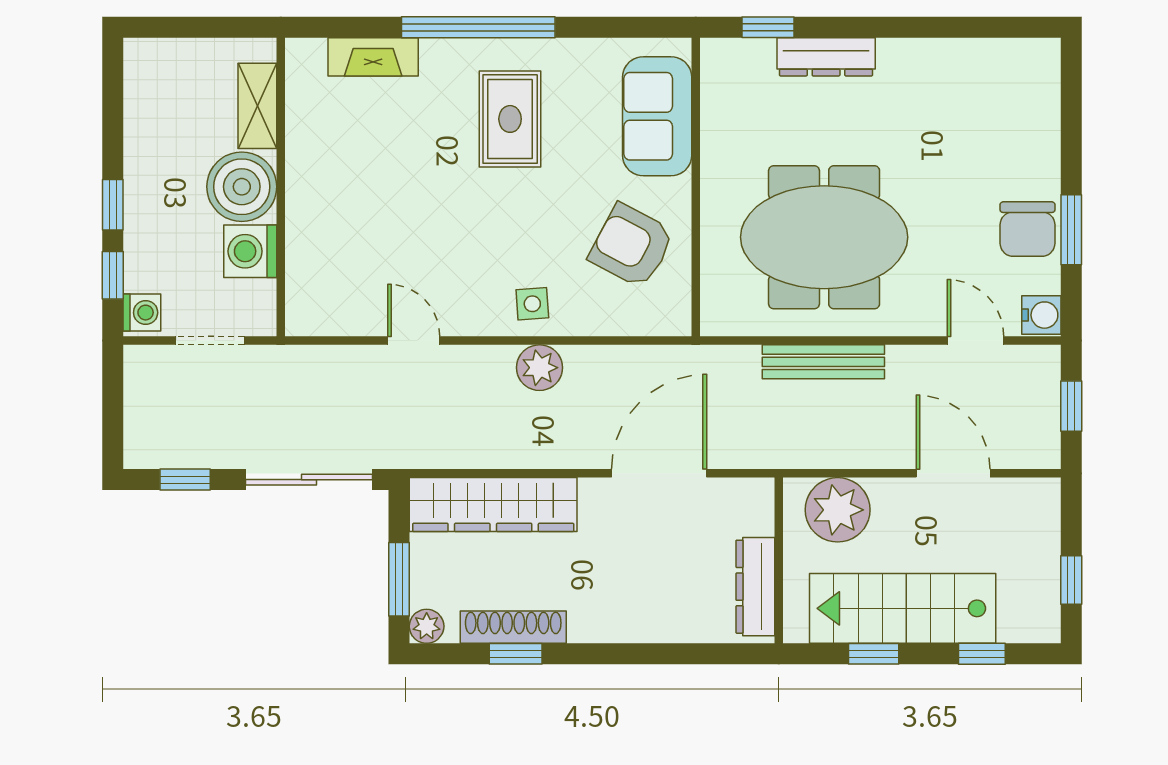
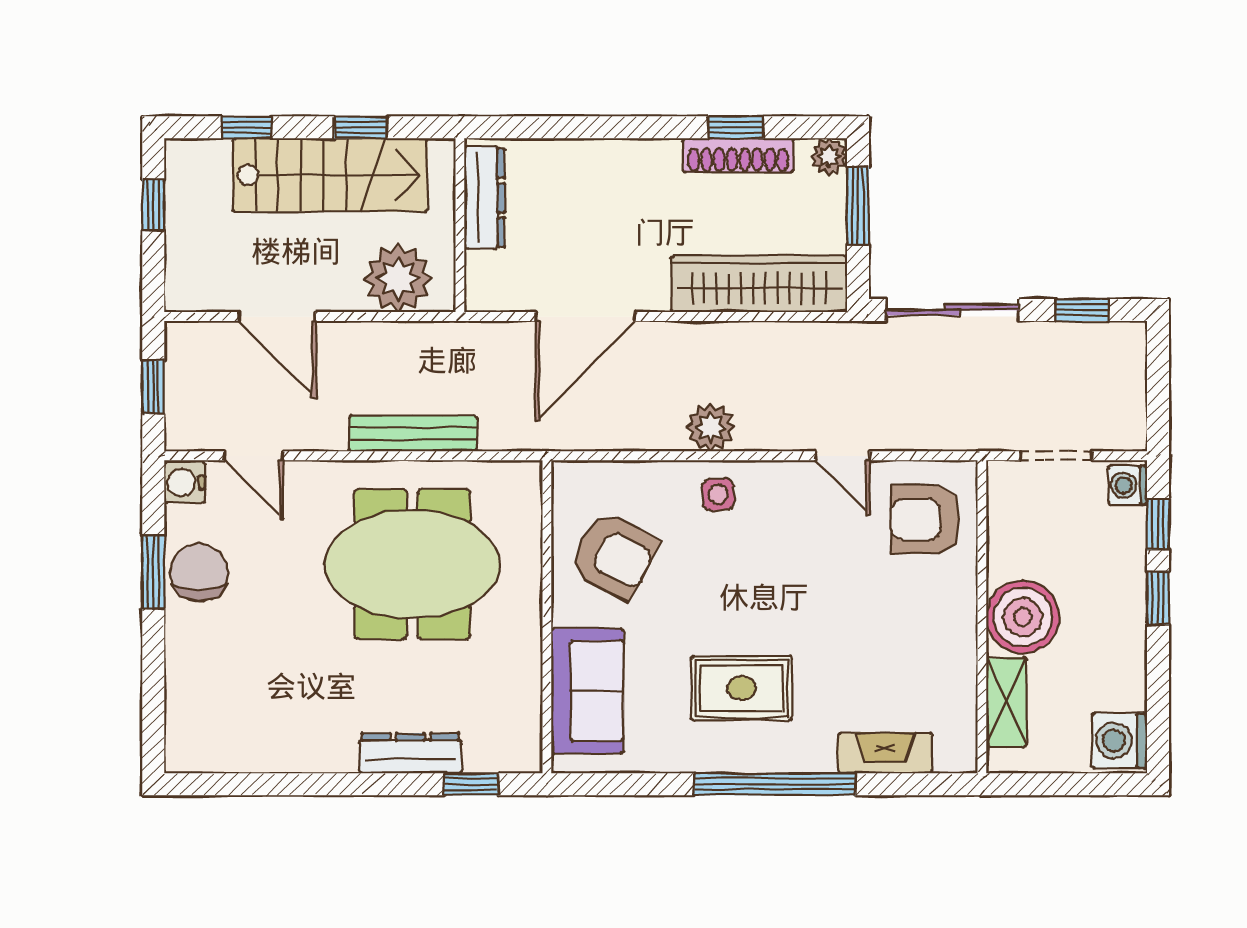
rug: (510, 119) -> (742, 688), turned 90
washing machine: (250, 251) -> (1120, 741), moved, turned 180
armchair: (335, 280) -> (925, 519), added

